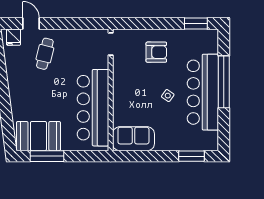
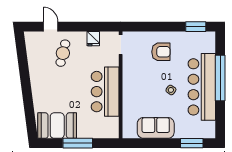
fridge: (14, 37) -> (93, 39), moved
bar counter: (93, 108) -> (105, 92), width x0.73
sofa: (133, 139) -> (156, 128), moved
window: (47, 156) -> (78, 143), moved

